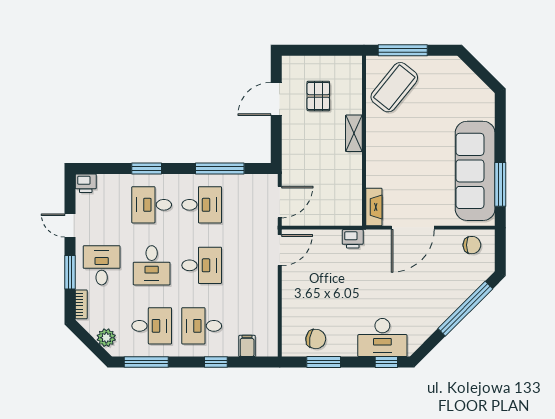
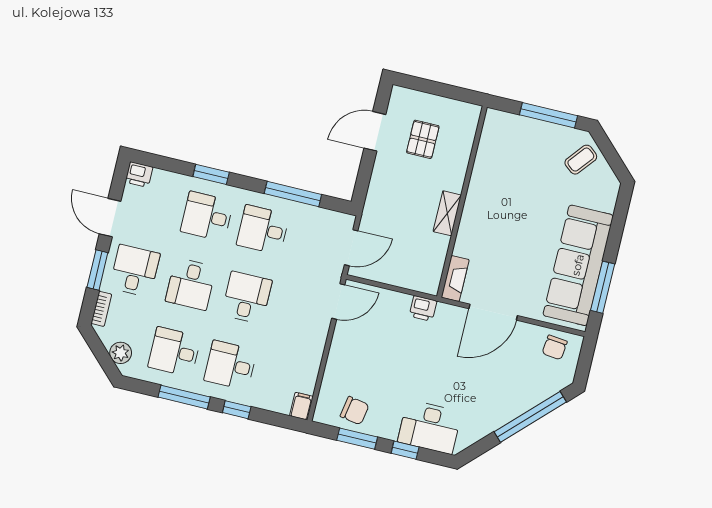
window: (403, 50) -> (549, 115), moved
coffee table: (394, 87) -> (581, 160), moved, width x0.54, depth x0.58
shelving: (354, 133) -> (447, 213), moved
desk: (202, 205) -> (263, 230), turned 180
door: (70, 226) -> (110, 218), width x1.38
chair: (472, 245) -> (555, 347), turned 96
desk: (202, 265) -> (247, 298), turned -90
desk: (152, 326) -> (174, 352), turned 180
filing cabinet: (247, 346) -> (301, 406), moved
window: (146, 362) -> (184, 397), moved
window: (386, 362) -> (405, 450), moved

